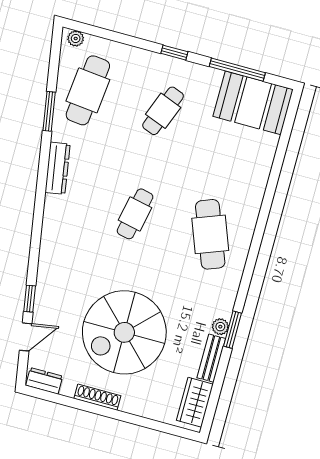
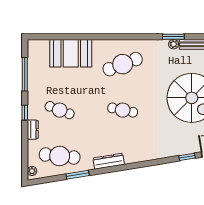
dresser: (143, 58) -> (33, 130), added
booth: (253, 103) -> (71, 53), moved, turned 90

